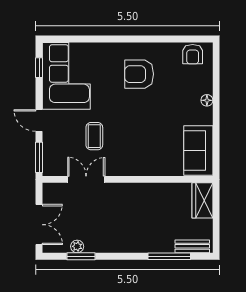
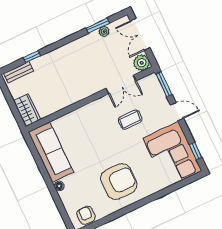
armchair: (139, 74) -> (119, 182), width x1.36, depth x1.36
coffee table: (94, 136) -> (130, 120), turned 90
sofa: (198, 150) -> (51, 152), width x1.36
plant: (52, 192) -> (142, 63), added
window: (169, 256) -> (32, 57), width x0.46

